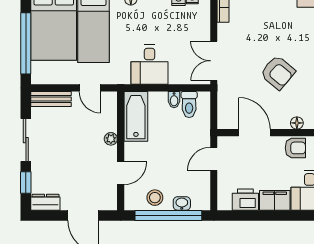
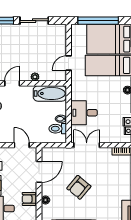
desk: (150, 65) -> (84, 113), moved
bench: (51, 99) -> (61, 37), removed
armchair: (295, 148) -> (29, 199), turned 90
door: (121, 173) -> (12, 83), swing flipped

